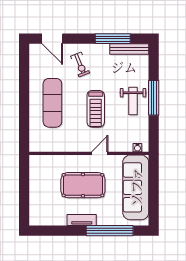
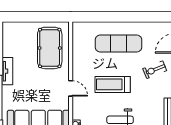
pool table: (83, 185) -> (50, 48), moved

